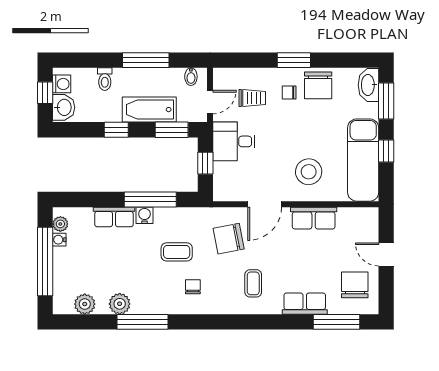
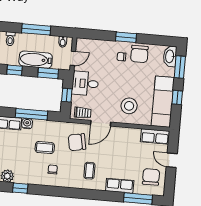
trolley: (252, 98) -> (83, 113), moved
row of seats: (314, 218) -> (155, 136), moved
window: (143, 322) -> (20, 188), width x0.46

